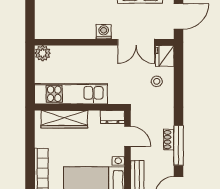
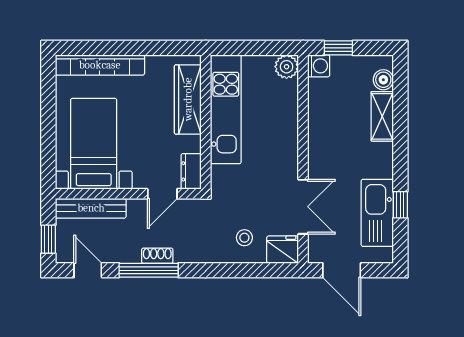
window: (30, 19) -> (338, 48), added
washing machine: (104, 32) -> (319, 66), moved
double door: (136, 42) -> (303, 207), swing flipped

